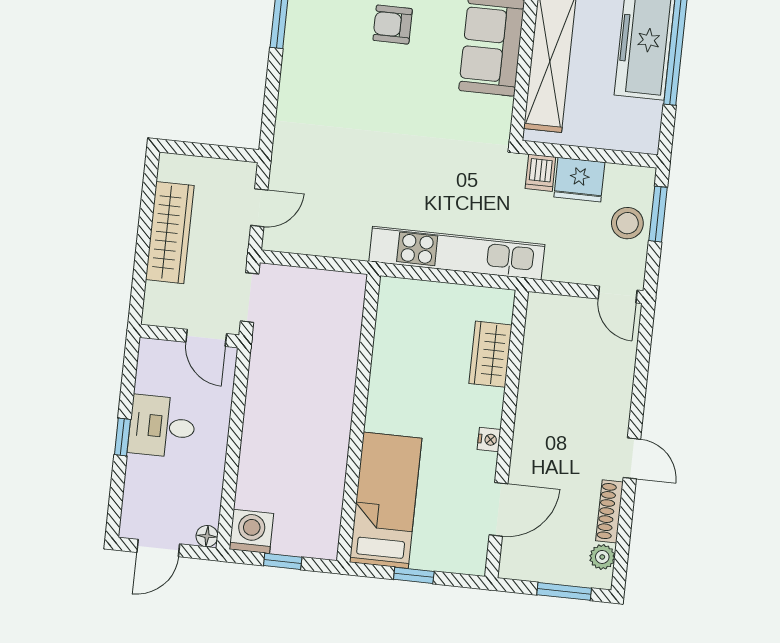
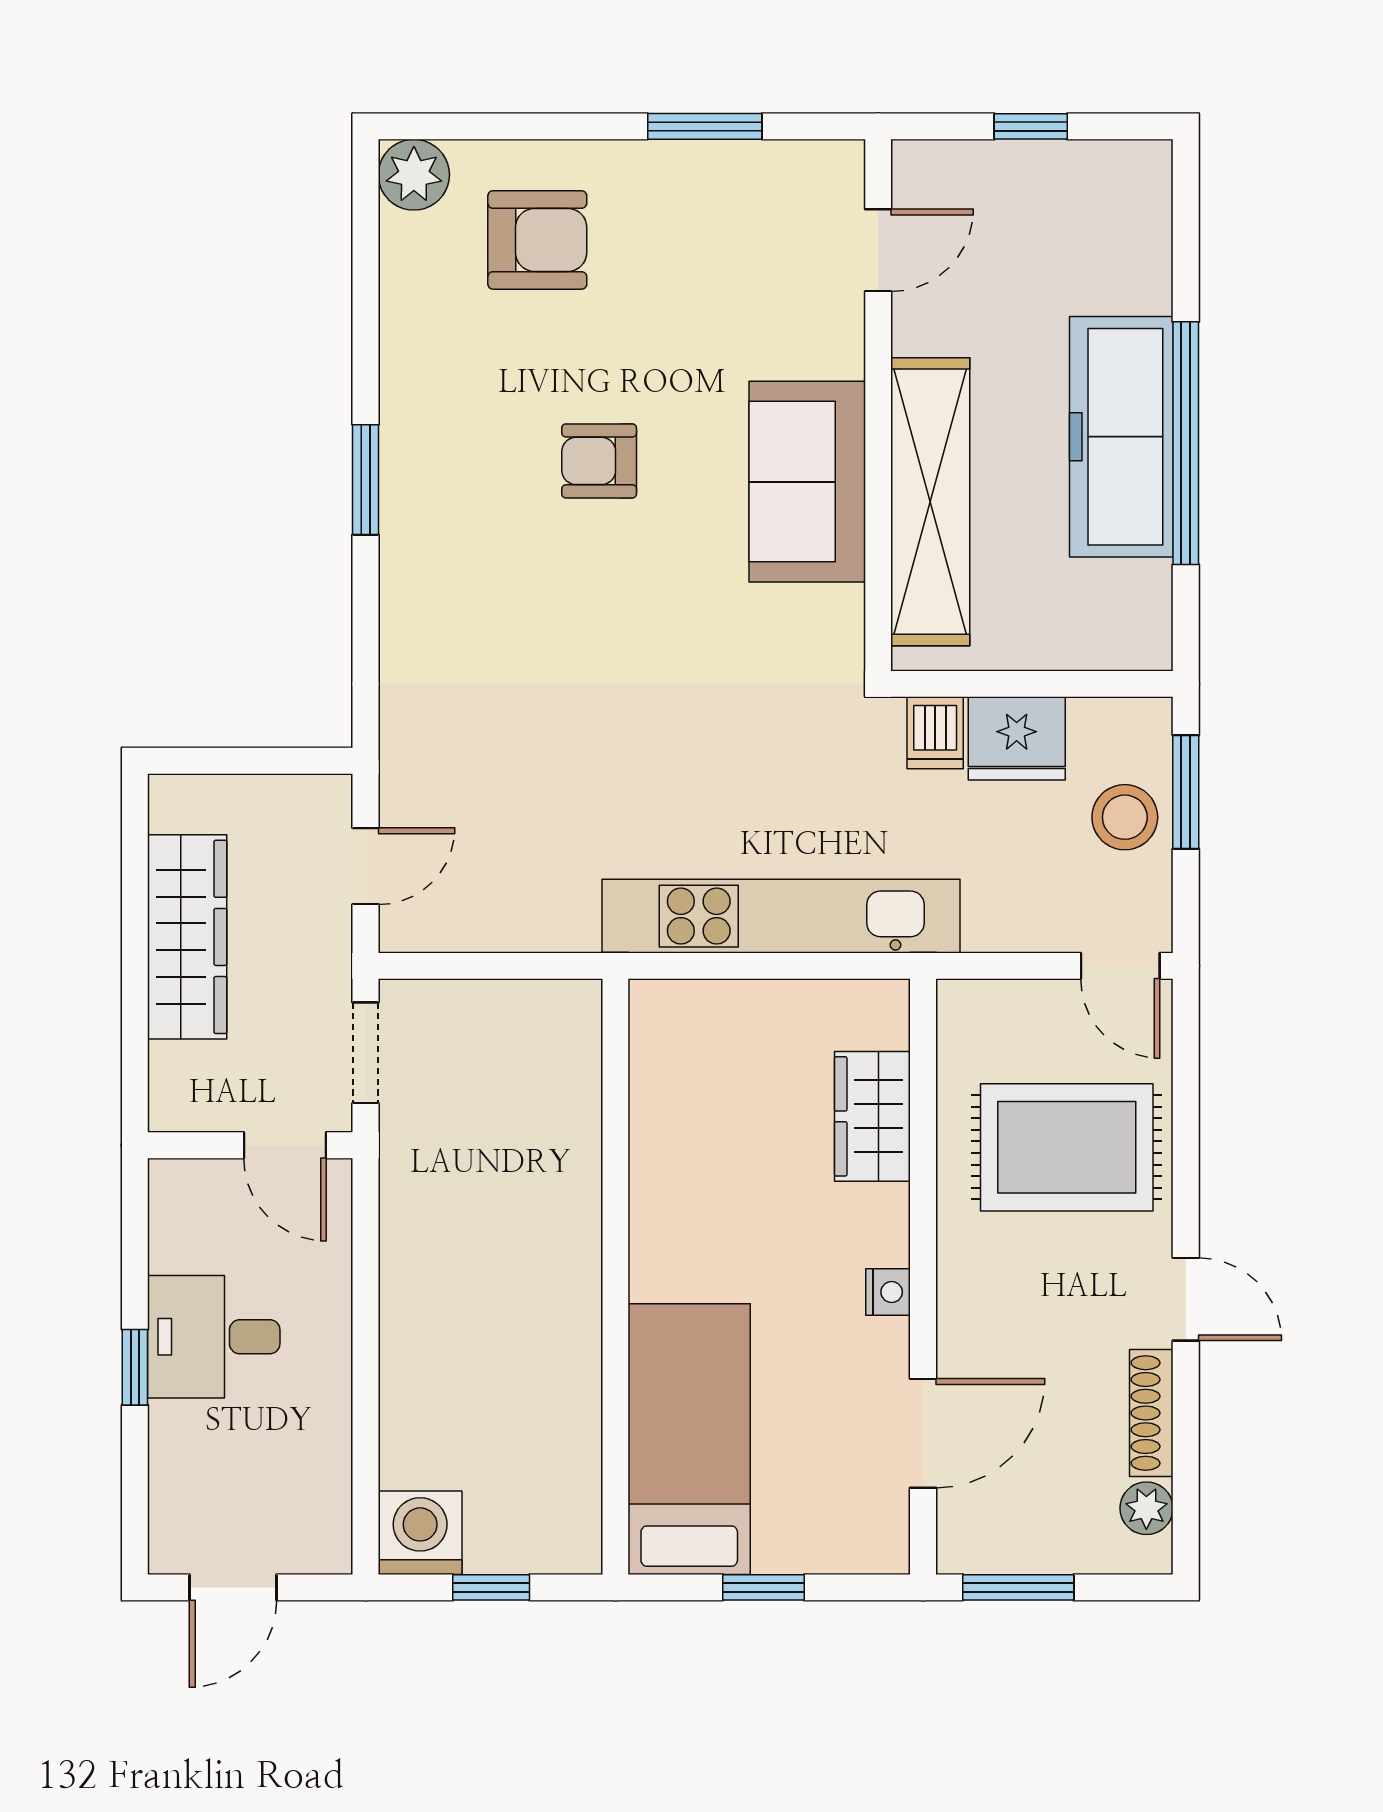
rug: (582, 379) -> (1067, 1147), added
floor lamp: (207, 536) -> (330, 1552), removed
window: (564, 591) -> (1018, 1587), moved

